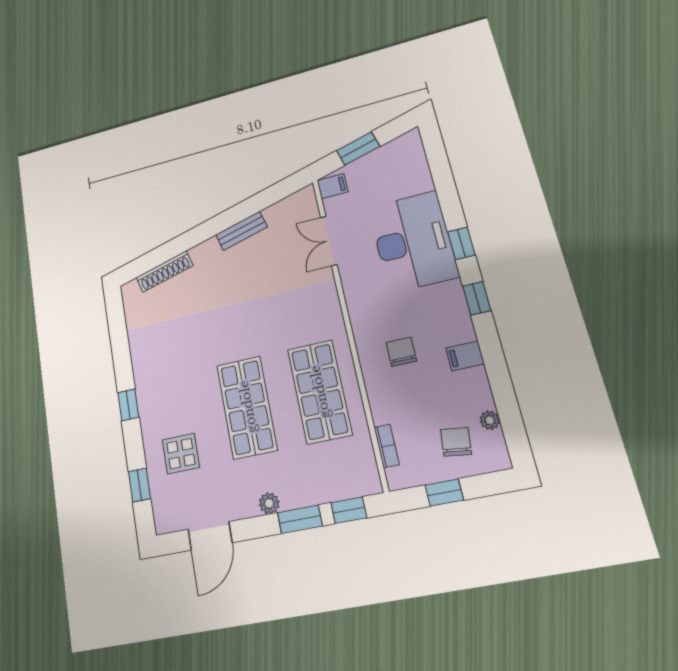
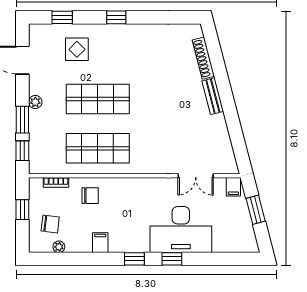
bench: (241, 231) -> (213, 96), moved
double door: (329, 241) -> (196, 176), swing flipped
chair: (401, 352) -> (90, 196), moved

